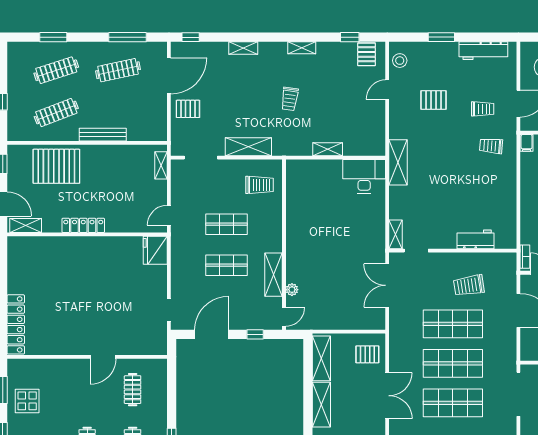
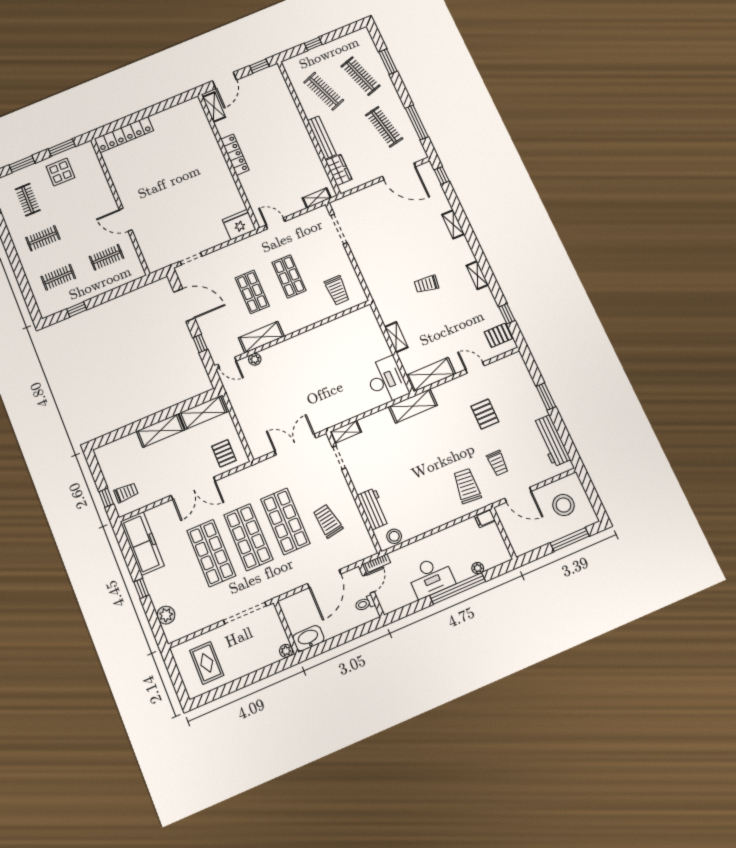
stool: (400, 61) -> (394, 536), moved
pallet: (188, 109) -> (377, 200), removed
wardrobe: (142, 132) -> (339, 170), added
trolley: (491, 146) -> (467, 486), width x1.36, depth x1.39
shelving: (248, 147) -> (431, 375), moved, turned 90
pallet: (56, 166) -> (277, 111), removed

